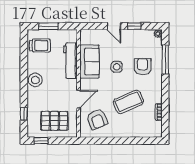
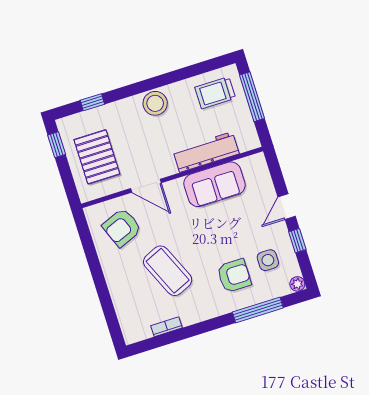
window: (48, 26) -> (252, 97), width x1.44
trolley: (40, 45) -> (215, 93), turned 90
side table: (117, 67) -> (268, 260), moved

